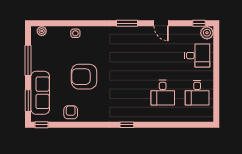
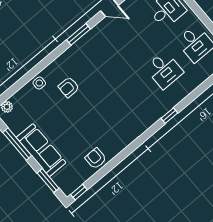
armchair: (84, 77) -> (69, 87), moved, width x0.53, depth x0.53
sofa: (40, 93) -> (41, 150), moved
window: (127, 125) -> (169, 116), moved

